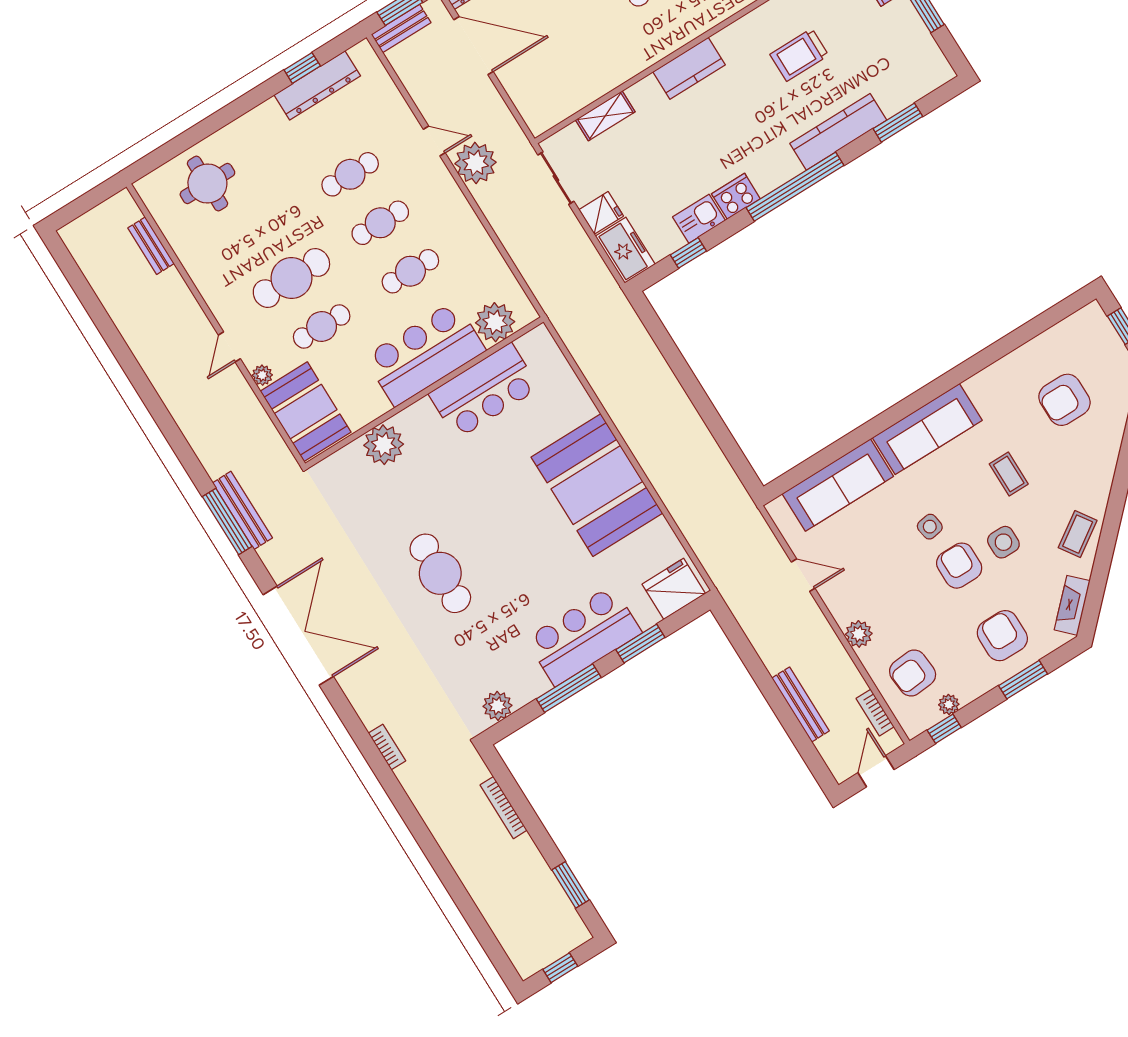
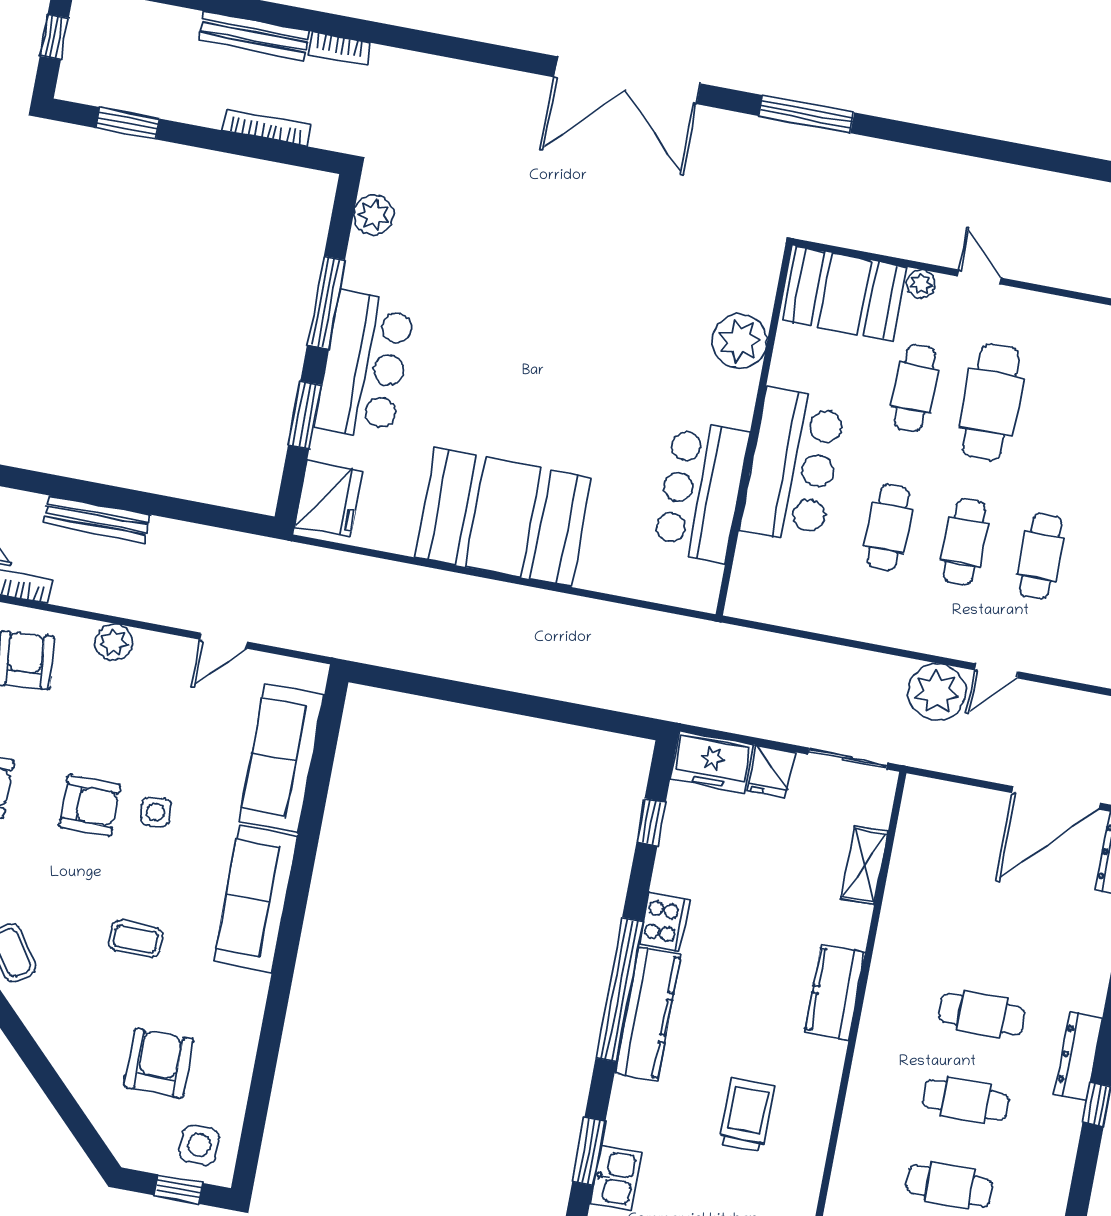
kitchen counter: (838, 132) -> (648, 1014), moved
kitchen sink: (699, 219) -> (616, 1178), moved
plant: (495, 322) -> (760, 565), removed
bench: (242, 510) -> (254, 36), moved
side table: (1003, 542) -> (199, 1145), moved
cafe table: (440, 573) -> (559, 280), removed
bookcase: (387, 747) -> (339, 49), moved

